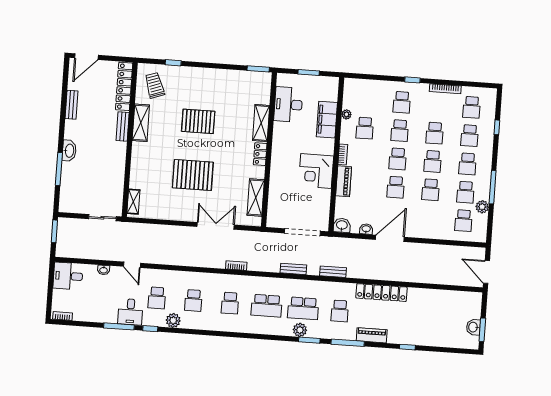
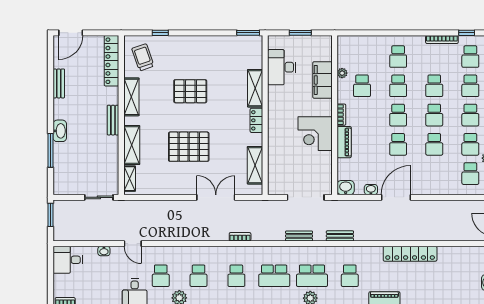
window: (412, 80) -> (467, 33), moved
bench: (123, 126) -> (113, 120), moved
shelving: (138, 169) -> (132, 145), added
locker: (381, 293) -> (410, 254), moved

